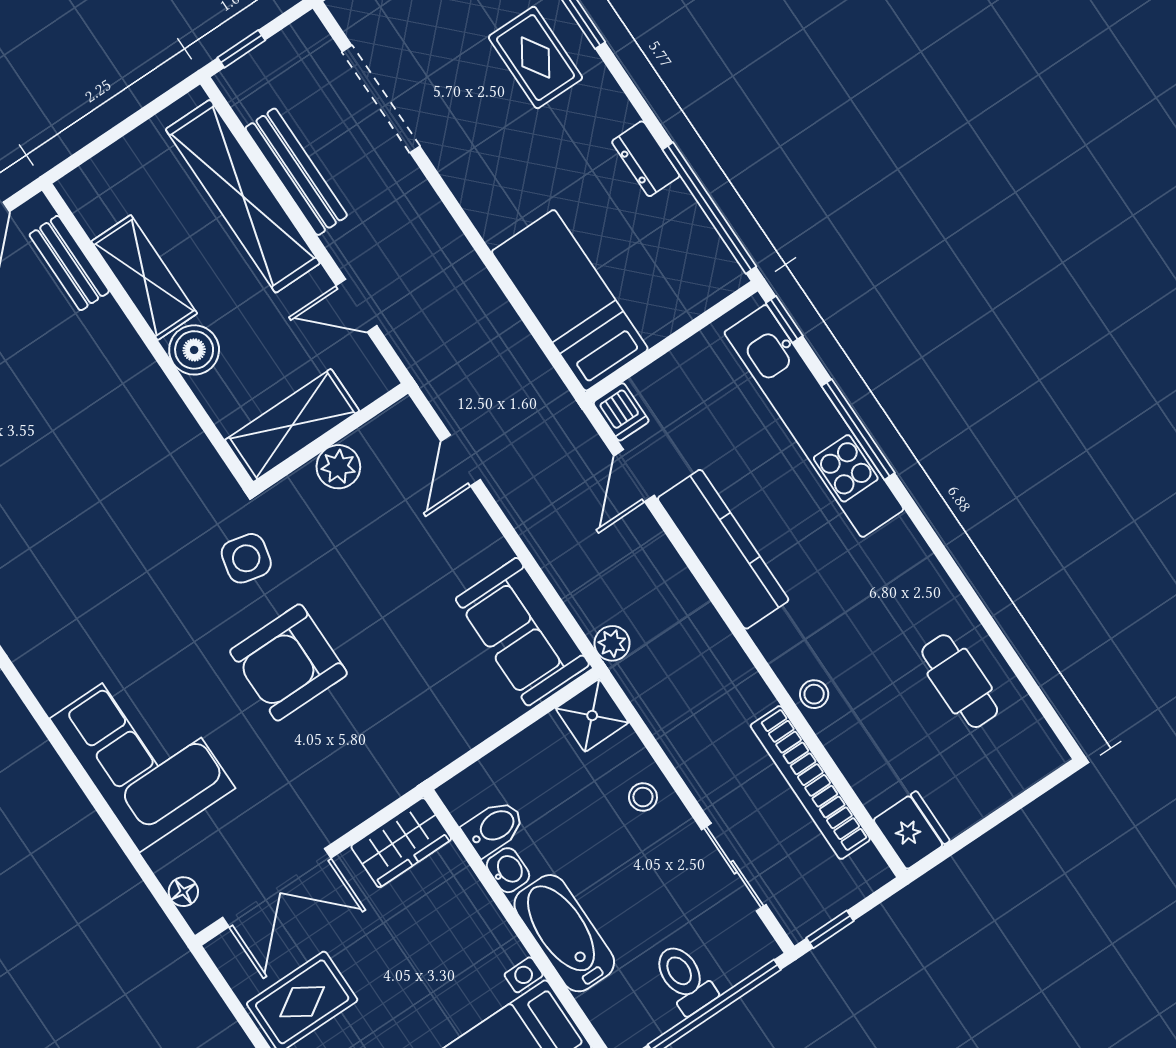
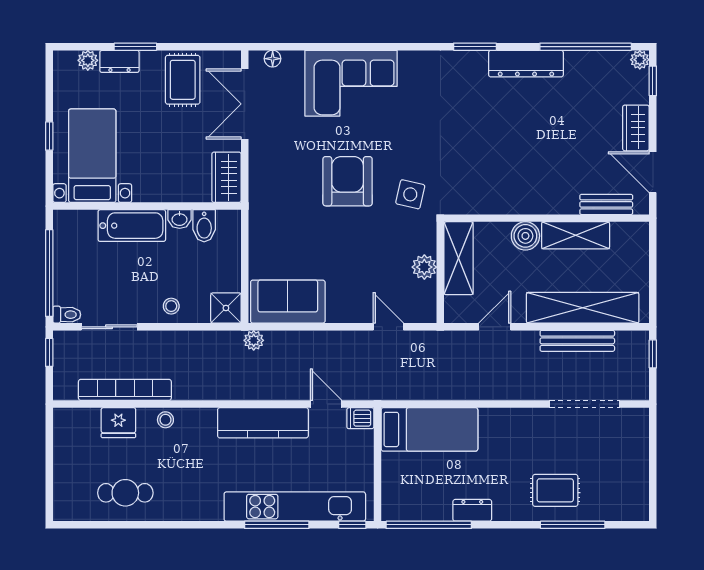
fridge: (912, 830) -> (118, 423), moved
toilet: (684, 979) -> (67, 315), moved, width x0.73, depth x0.72

